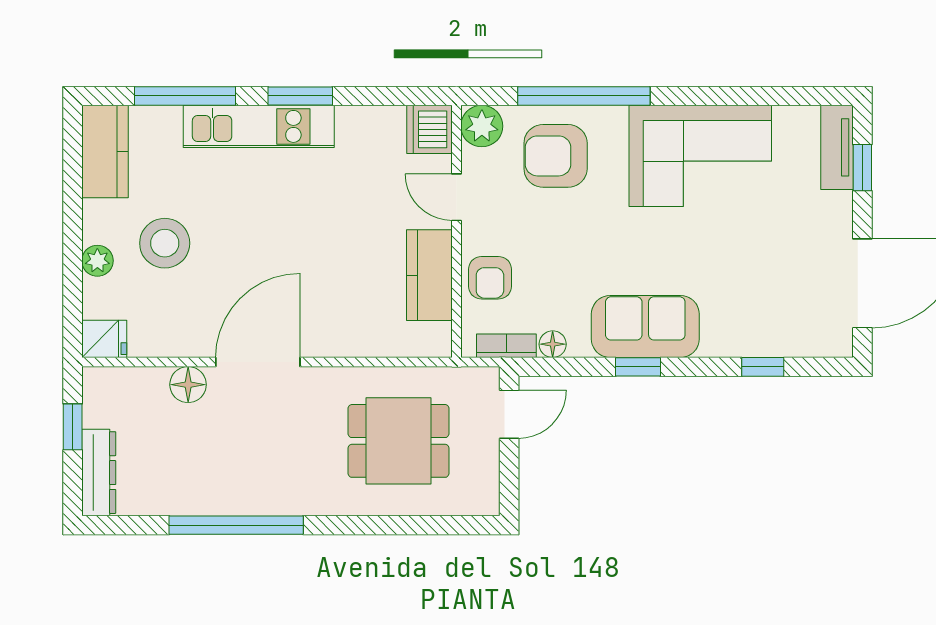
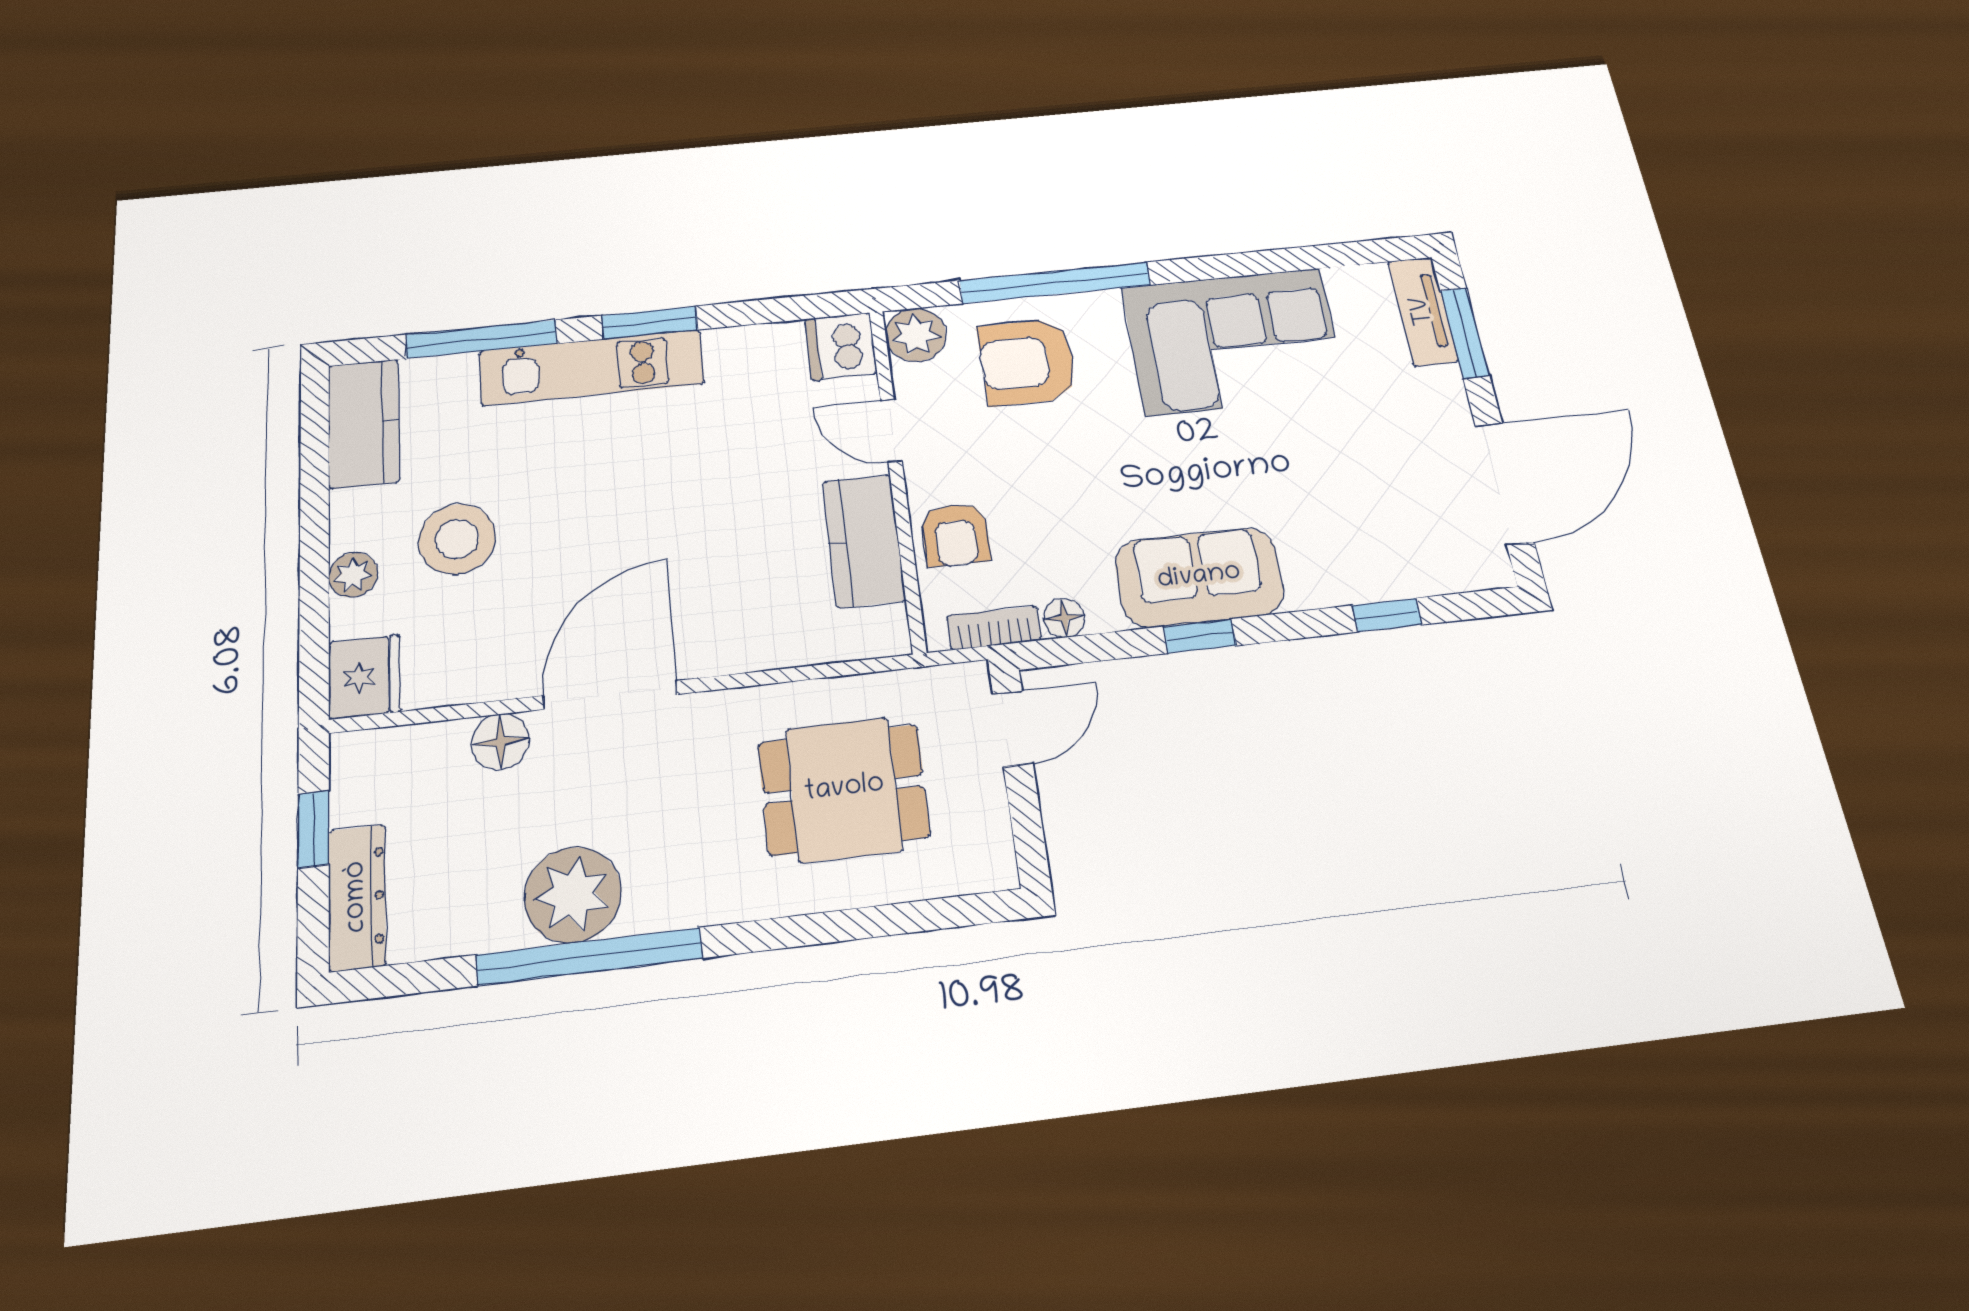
window: (862, 168) -> (1465, 333), width x1.50
fridge: (104, 339) -> (365, 677), width x1.38
plant: (228, 487) -> (573, 895), added

